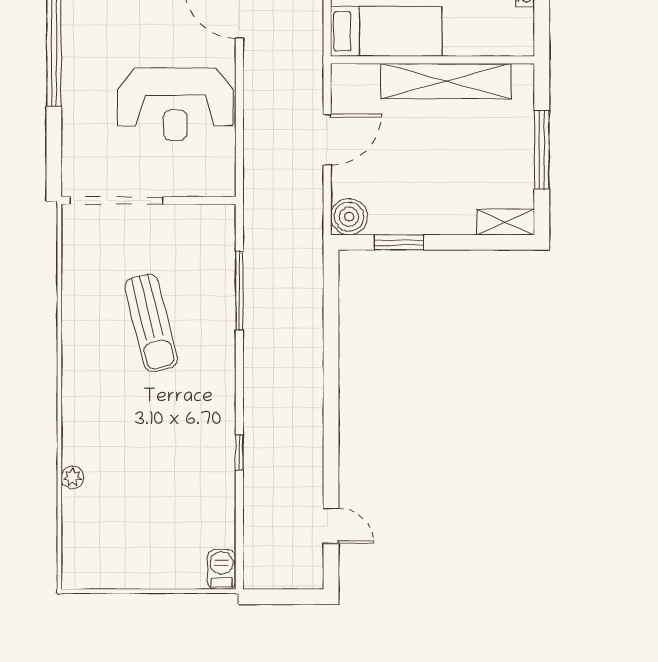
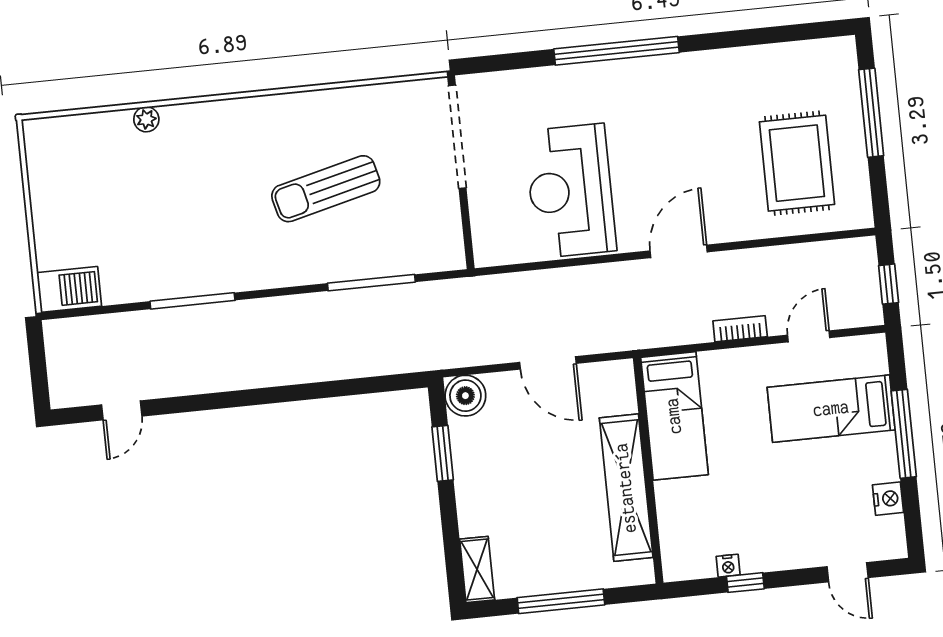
window: (239, 453) -> (192, 301), width x2.17
barbecue: (222, 569) -> (69, 289), width x1.38, depth x1.27

